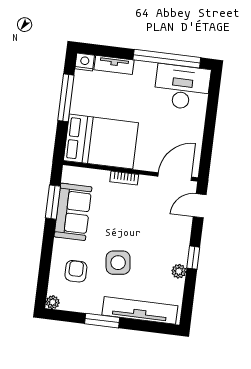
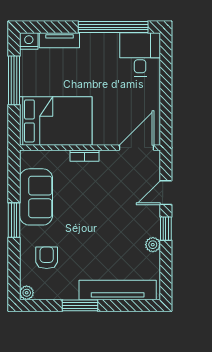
desk: (182, 87) -> (140, 54), width x0.73
window: (53, 202) -> (14, 220), moved
door: (200, 206) -> (166, 193), moved
side table: (118, 263) -> (89, 244), removed

